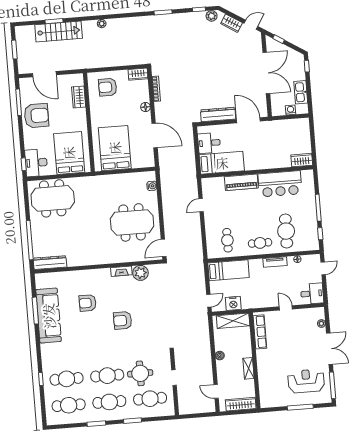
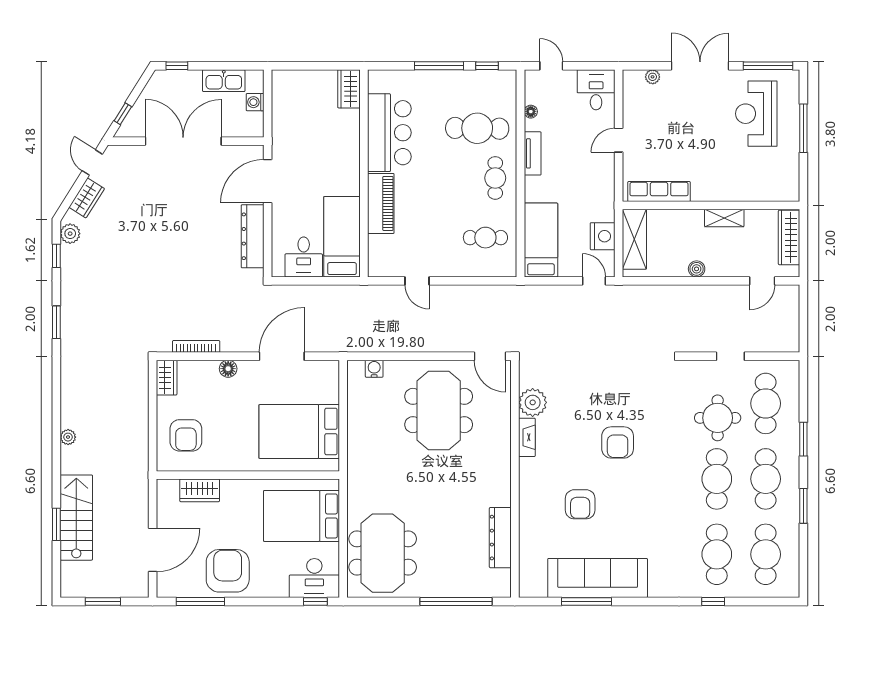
dresser: (50, 263) -> (500, 538), moved

